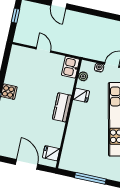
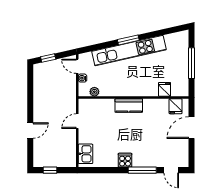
door: (43, 50) -> (77, 121), moved
kitchen sink: (71, 67) -> (85, 154), moved, turned -90
fridge: (81, 95) -> (165, 89), moved

